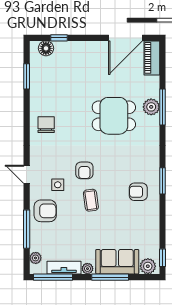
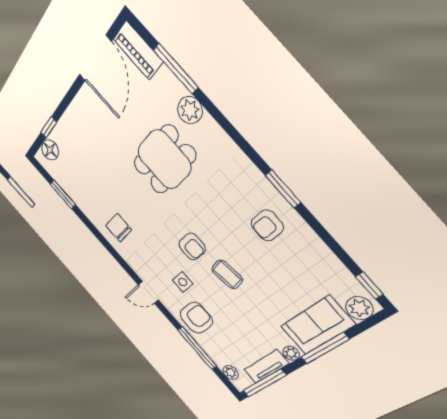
window: (162, 107) -> (176, 69), moved

